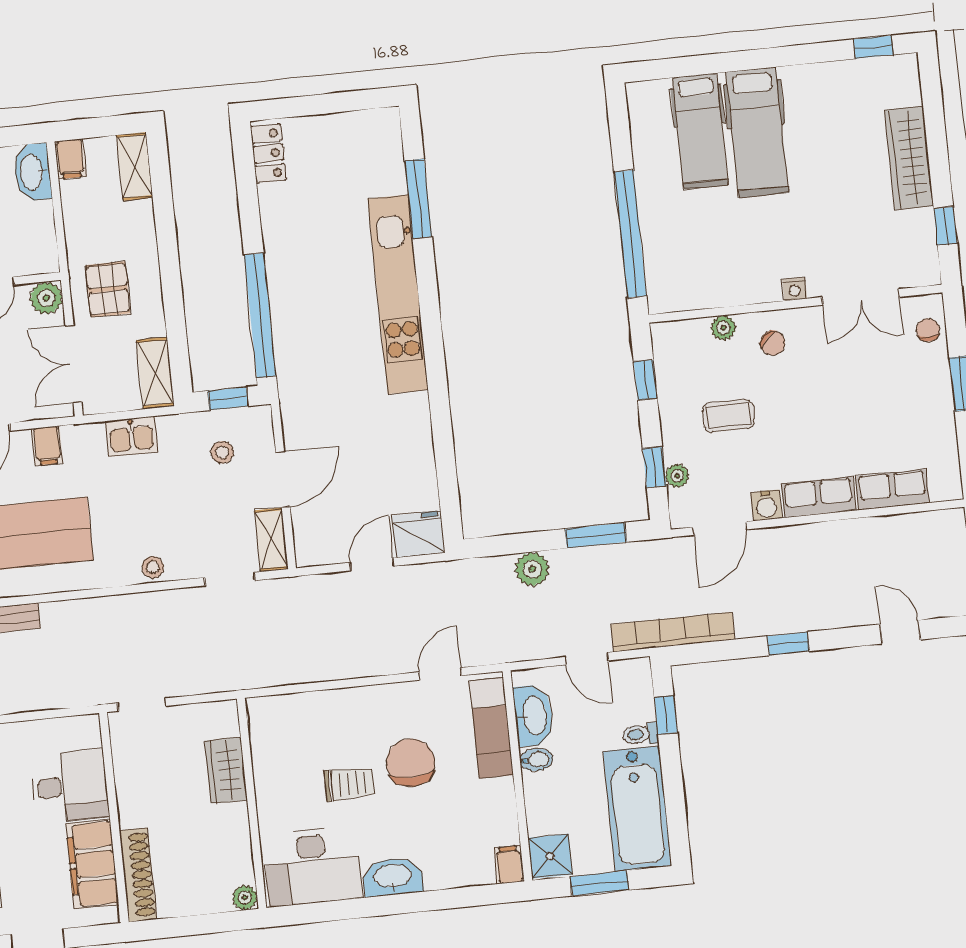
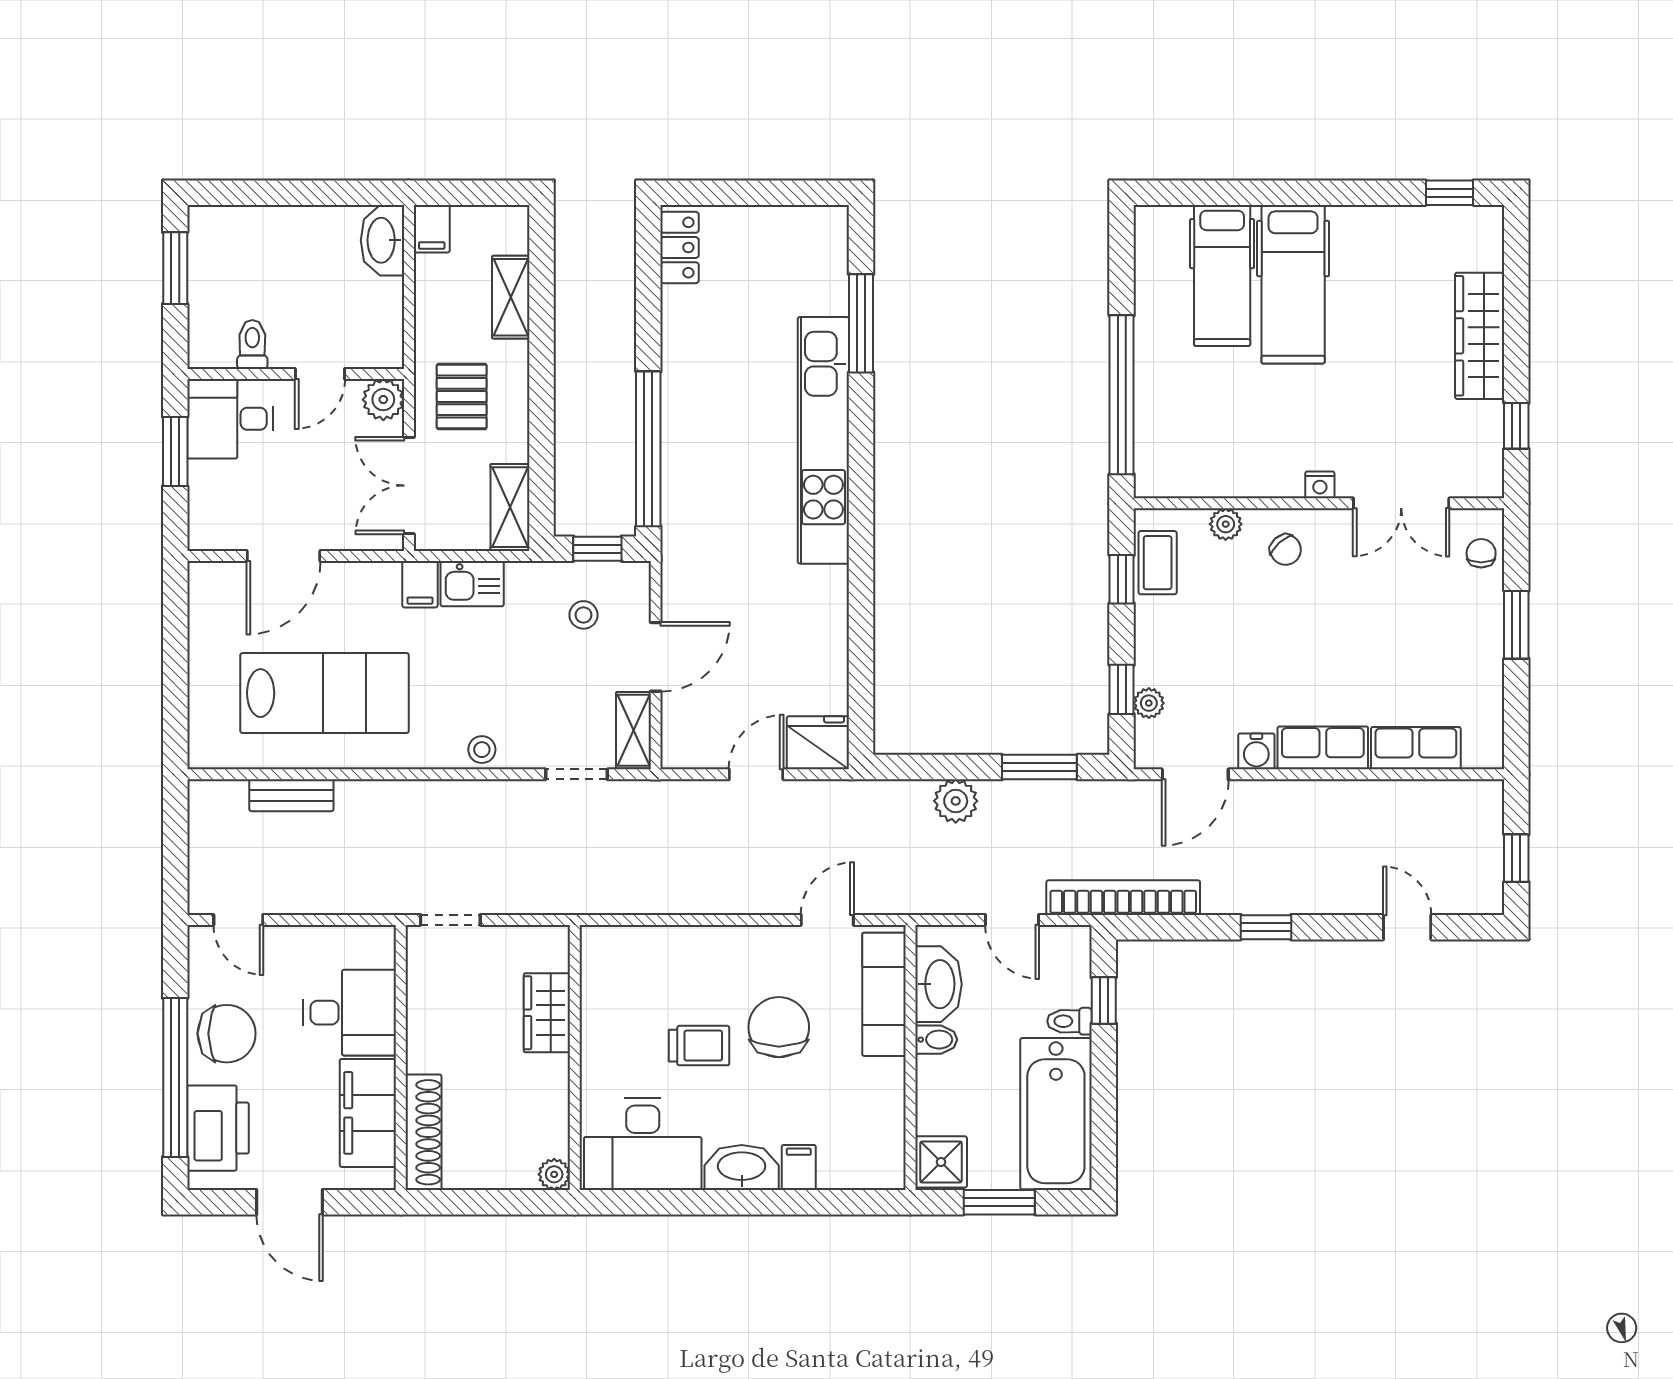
shelving: (135, 166) -> (511, 297), moved
coffee table: (729, 416) -> (1158, 563), moved, turned 90
filing cabinet: (47, 446) -> (420, 584), moved
filing cabinet: (509, 865) -> (799, 1167), moved

